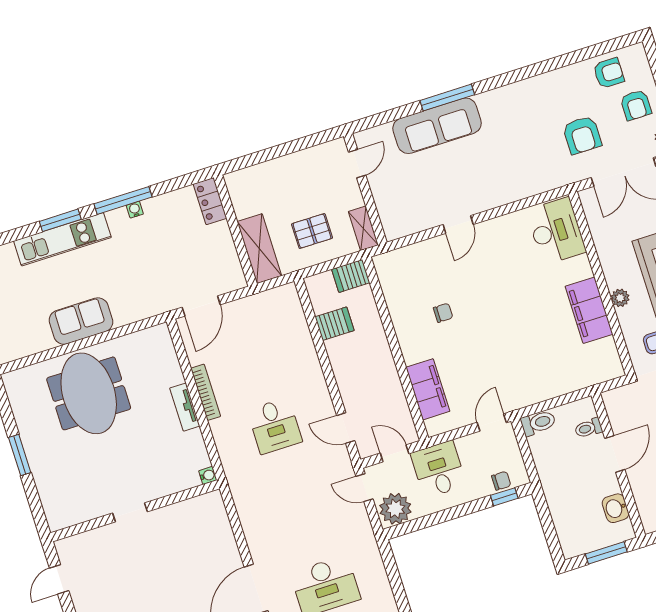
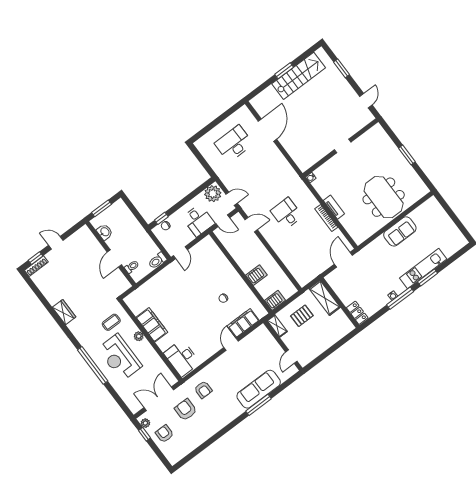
armchair: (609, 73) -> (203, 390), moved, turned -90
server rack: (335, 324) -> (256, 275), moved, turned 180
filing cabinet: (428, 389) -> (243, 323), moved, turned 90

